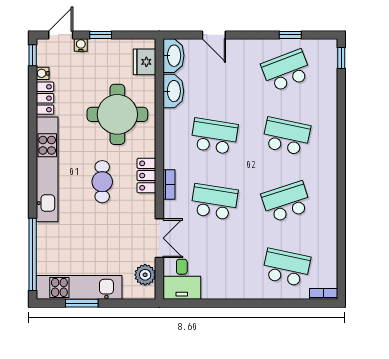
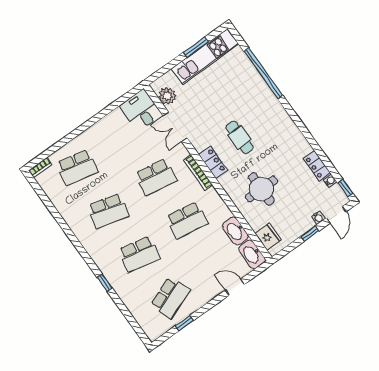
window: (341, 58) -> (105, 283), moved
round table: (117, 114) -> (261, 189), width x0.73, depth x0.73
kitchen unit: (47, 169) -> (282, 119), removed
bookcase: (169, 184) -> (198, 172), width x1.56
school desk: (286, 202) -> (108, 211), turned 33
window: (33, 254) -> (263, 73), moved

